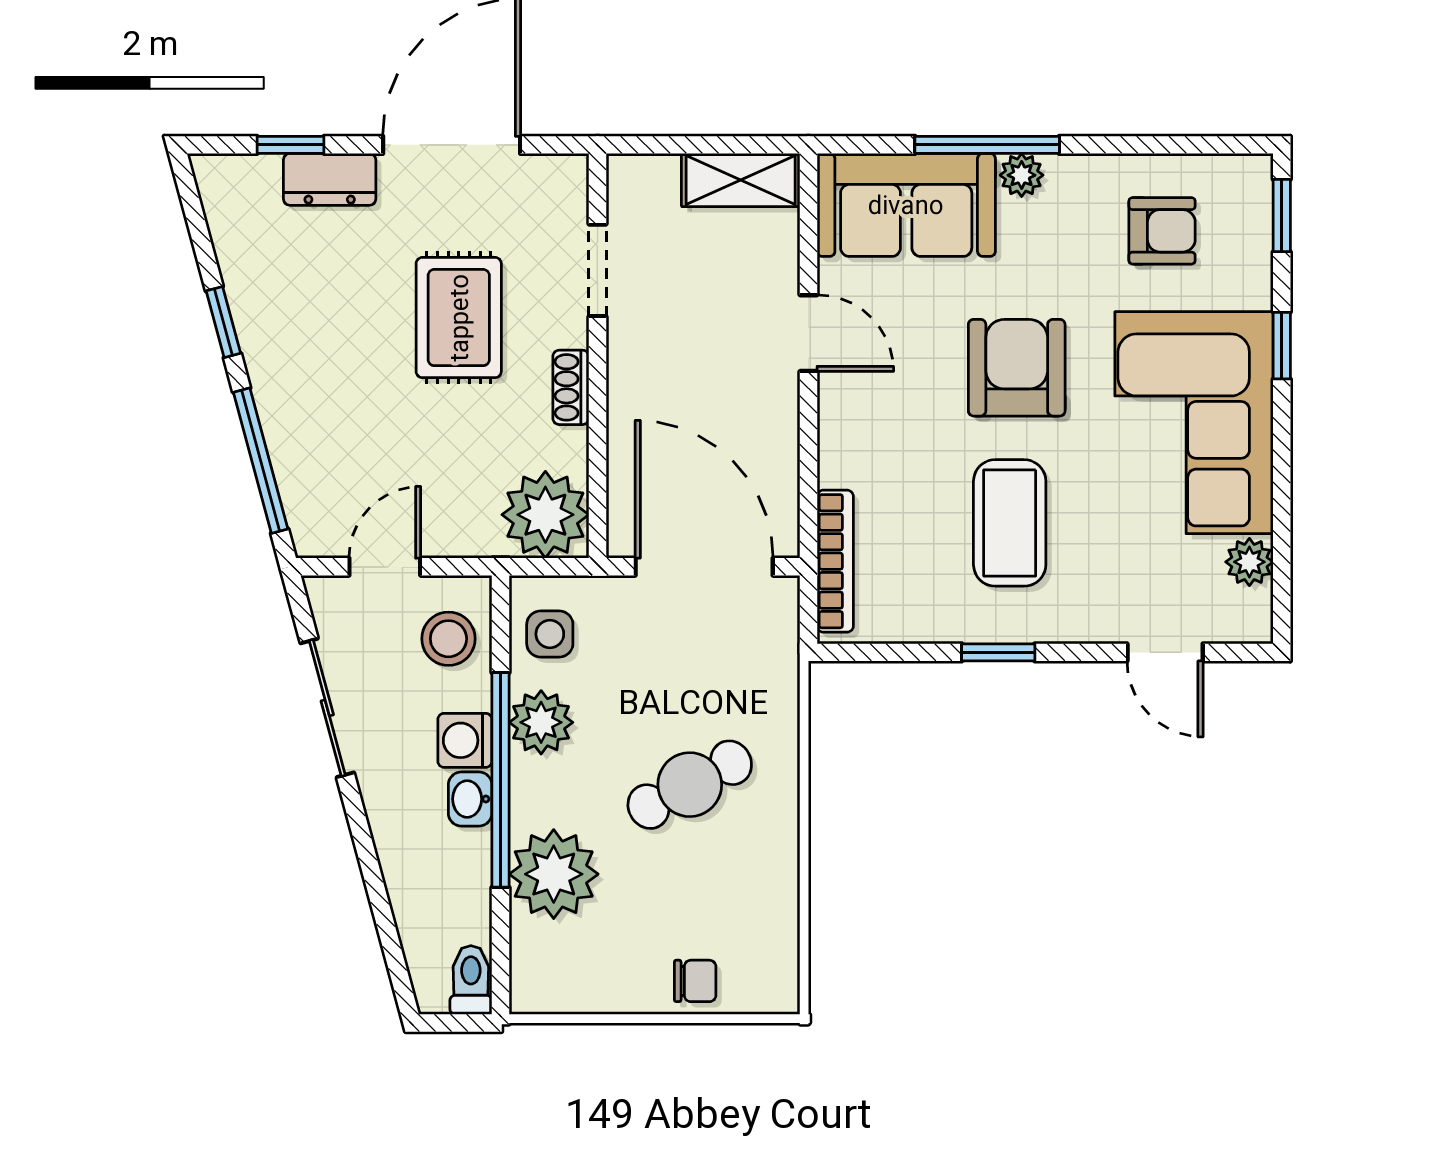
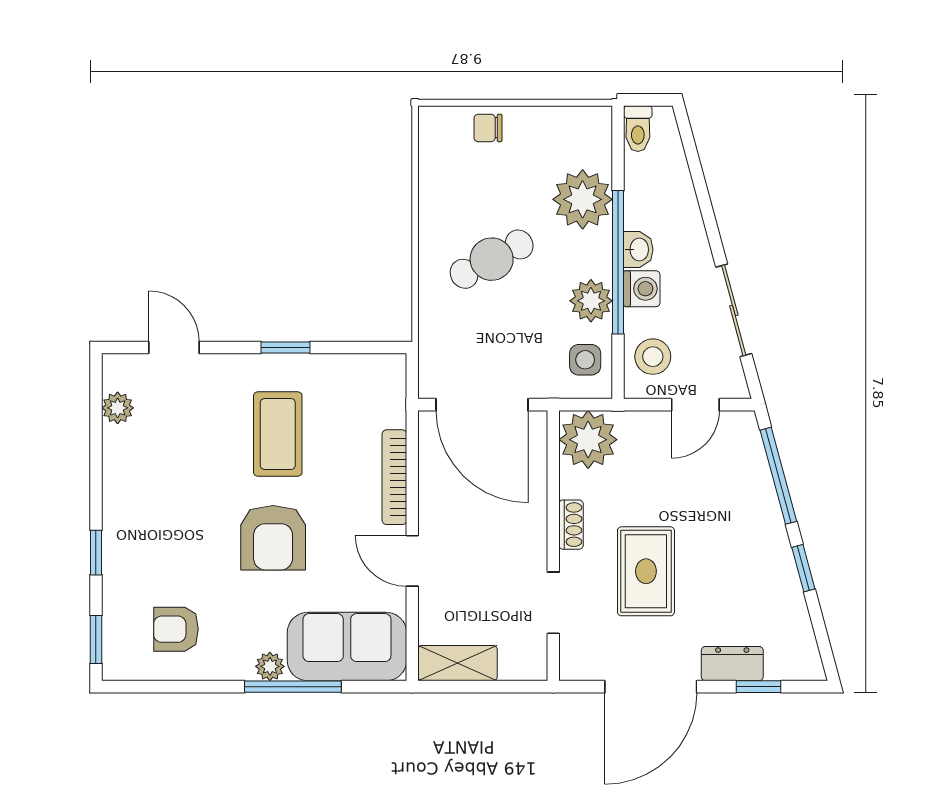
corner sofa: (1194, 423) -> (155, 501), removed
bookcase: (835, 561) -> (394, 477), moved

